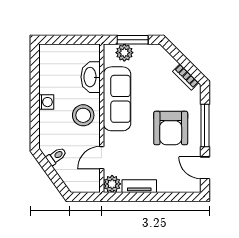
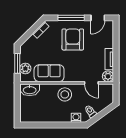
washbasin: (91, 77) -> (30, 90), moved
sofa: (117, 99) -> (49, 73), width x0.73
washing machine: (46, 102) -> (76, 118), moved
armchair: (171, 128) -> (73, 39), turned -90

